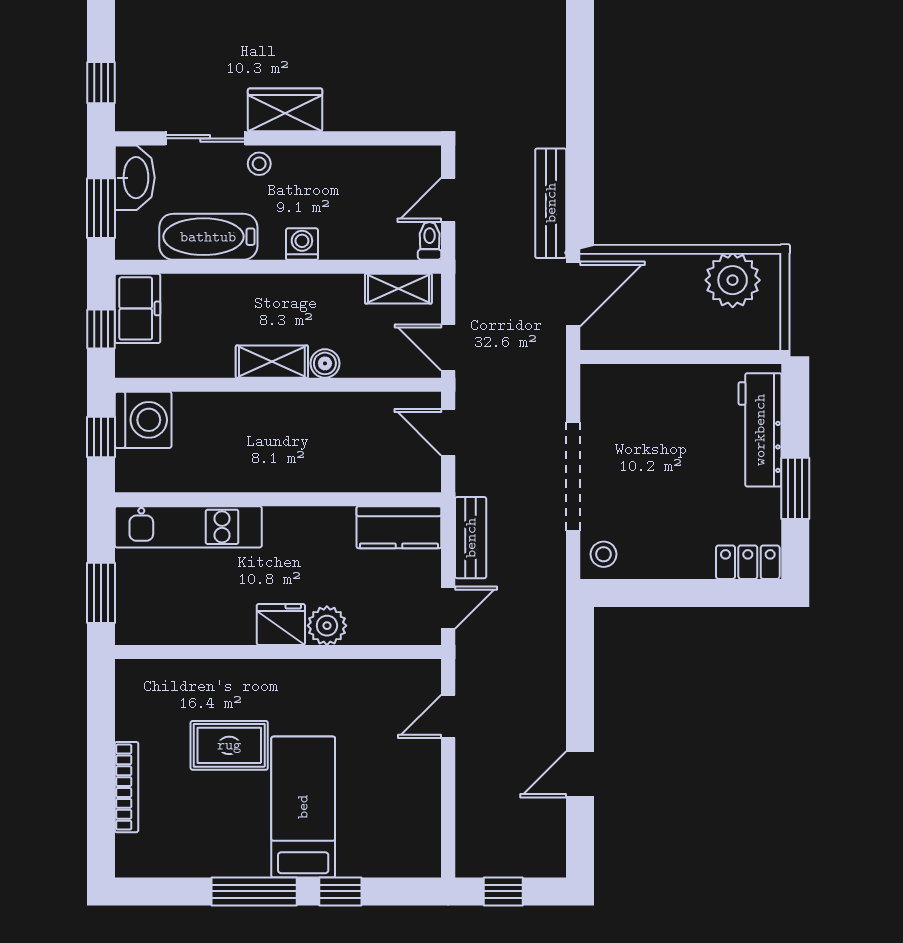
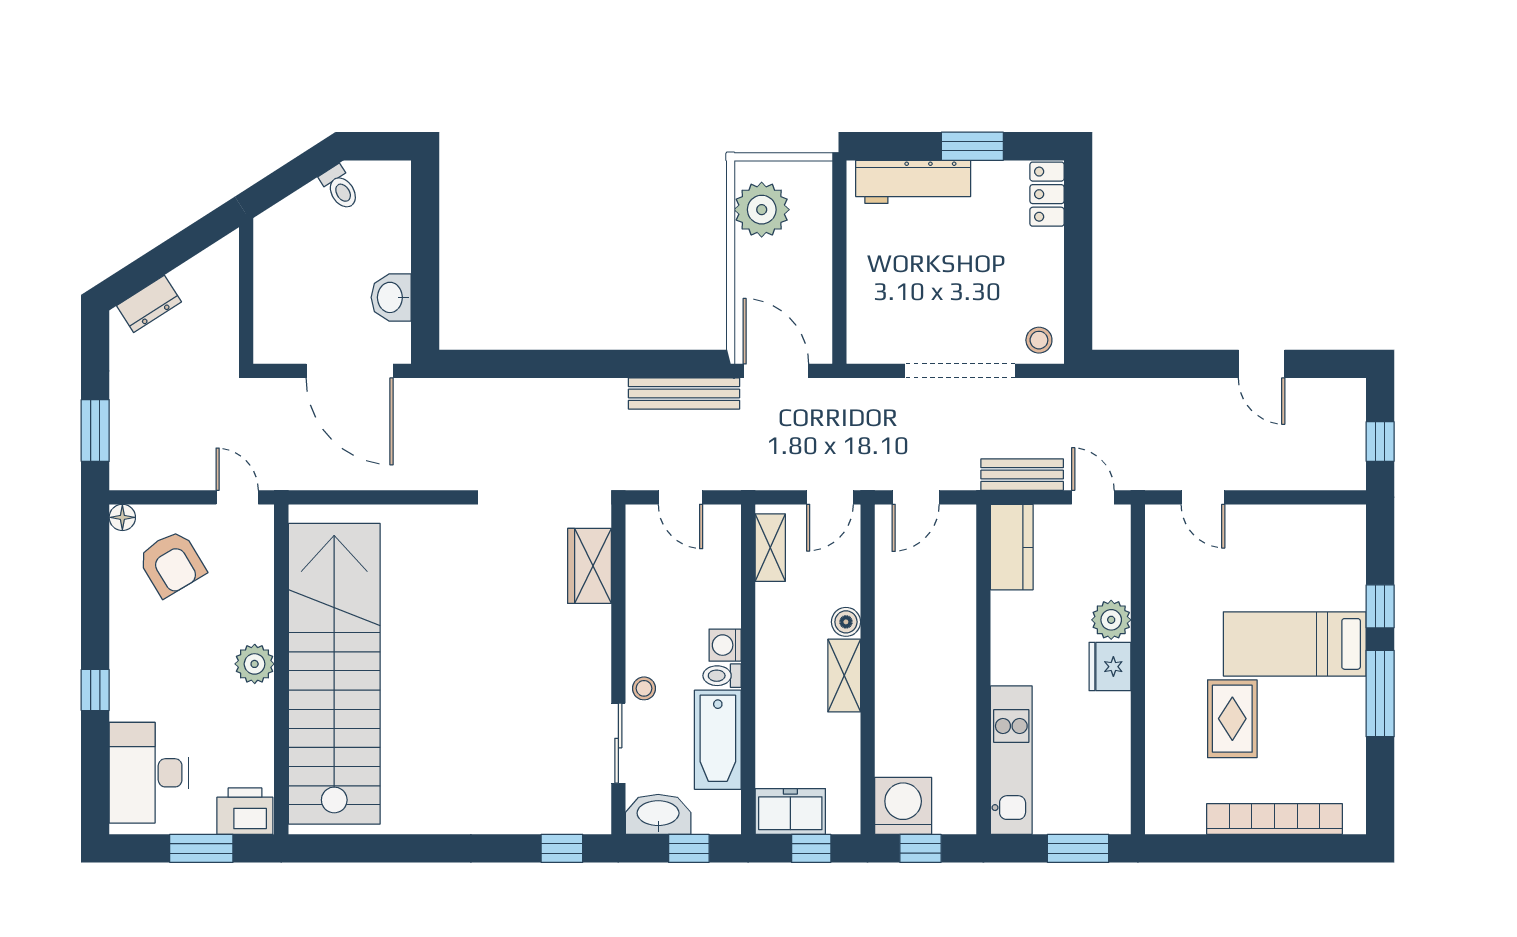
wardrobe: (285, 110) -> (589, 566), moved
window: (101, 208) -> (689, 848), width x0.67
toilet: (430, 241) -> (722, 676), moved
bookcase: (127, 787) -> (1274, 819), width x1.48, depth x1.31

